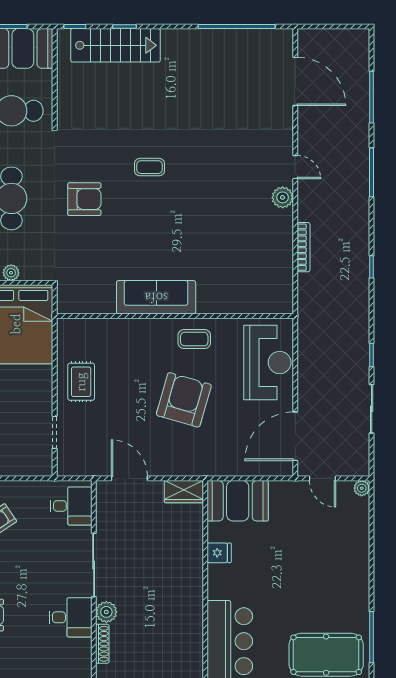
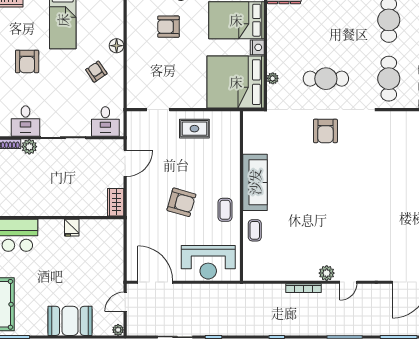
coffee table: (149, 167) -> (255, 230), moved
bookcase: (304, 247) -> (303, 288), moved
armchair: (184, 400) -> (181, 202), width x0.73, depth x0.73
booth: (238, 501) -> (70, 321), moved, turned 90

